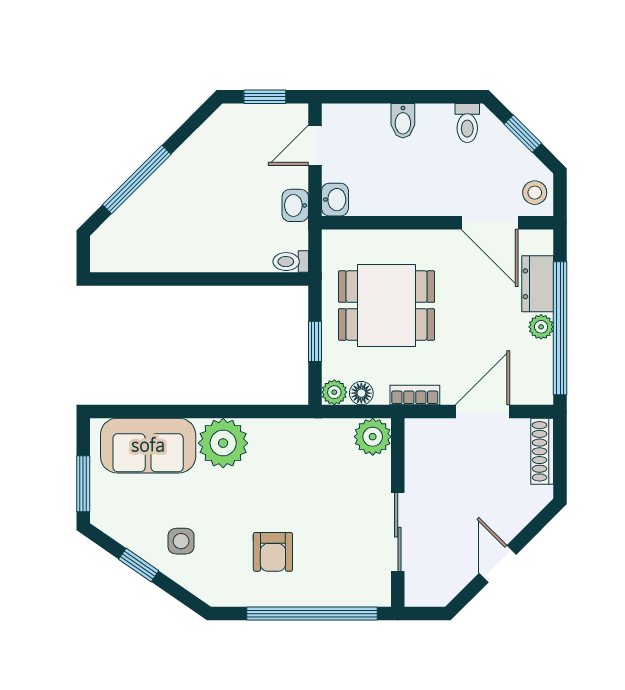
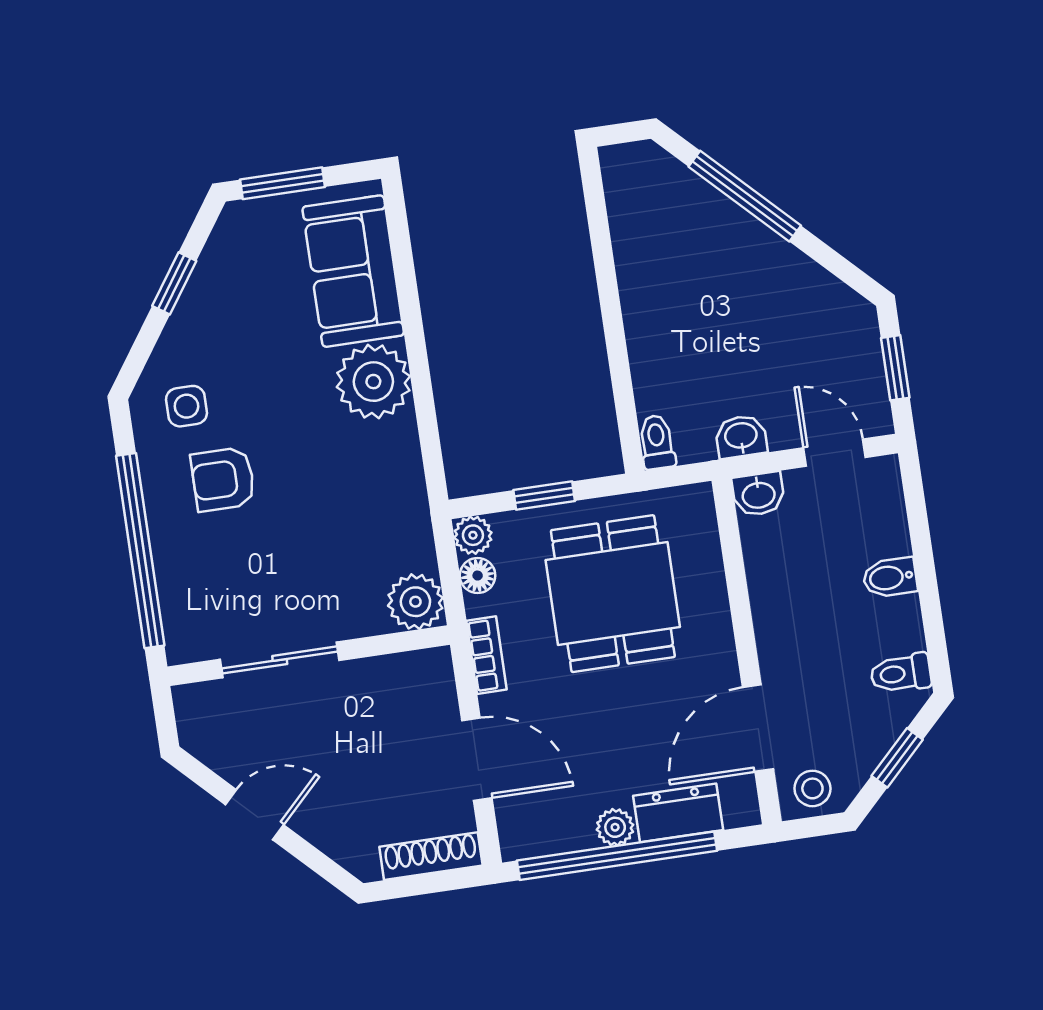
side table: (181, 541) -> (186, 406), moved

